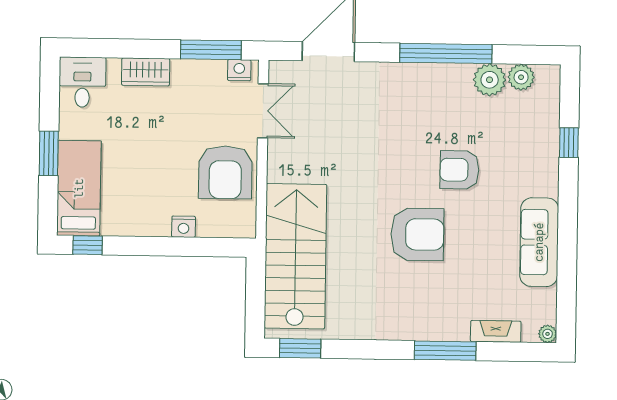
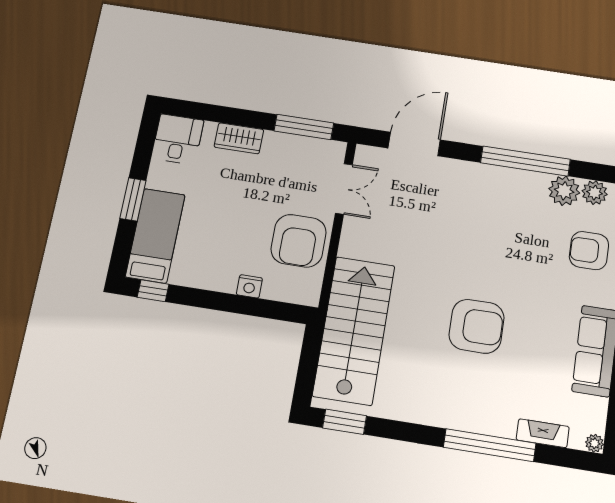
nightstand: (239, 70) -> (327, 149), removed
armchair: (459, 170) -> (589, 251), moved
window: (445, 351) -> (490, 445), width x1.46

